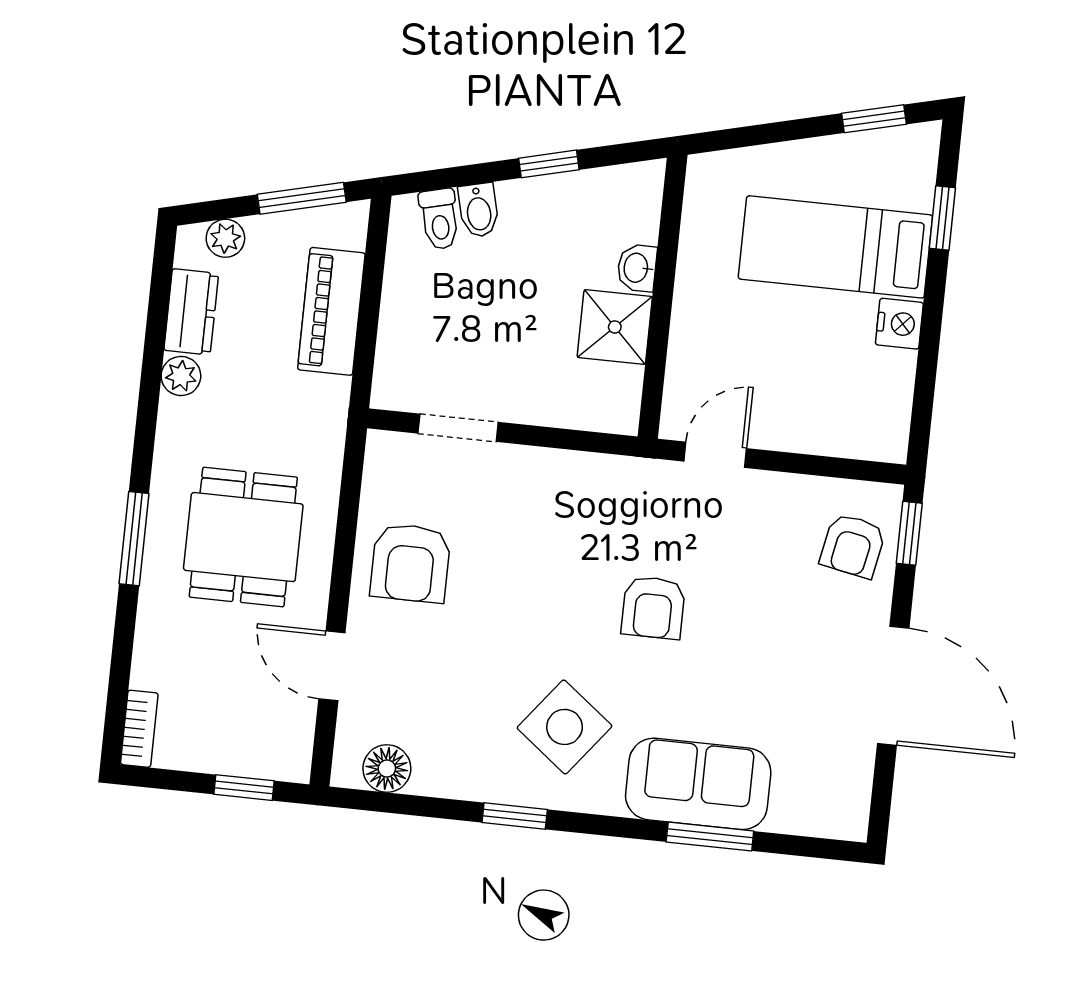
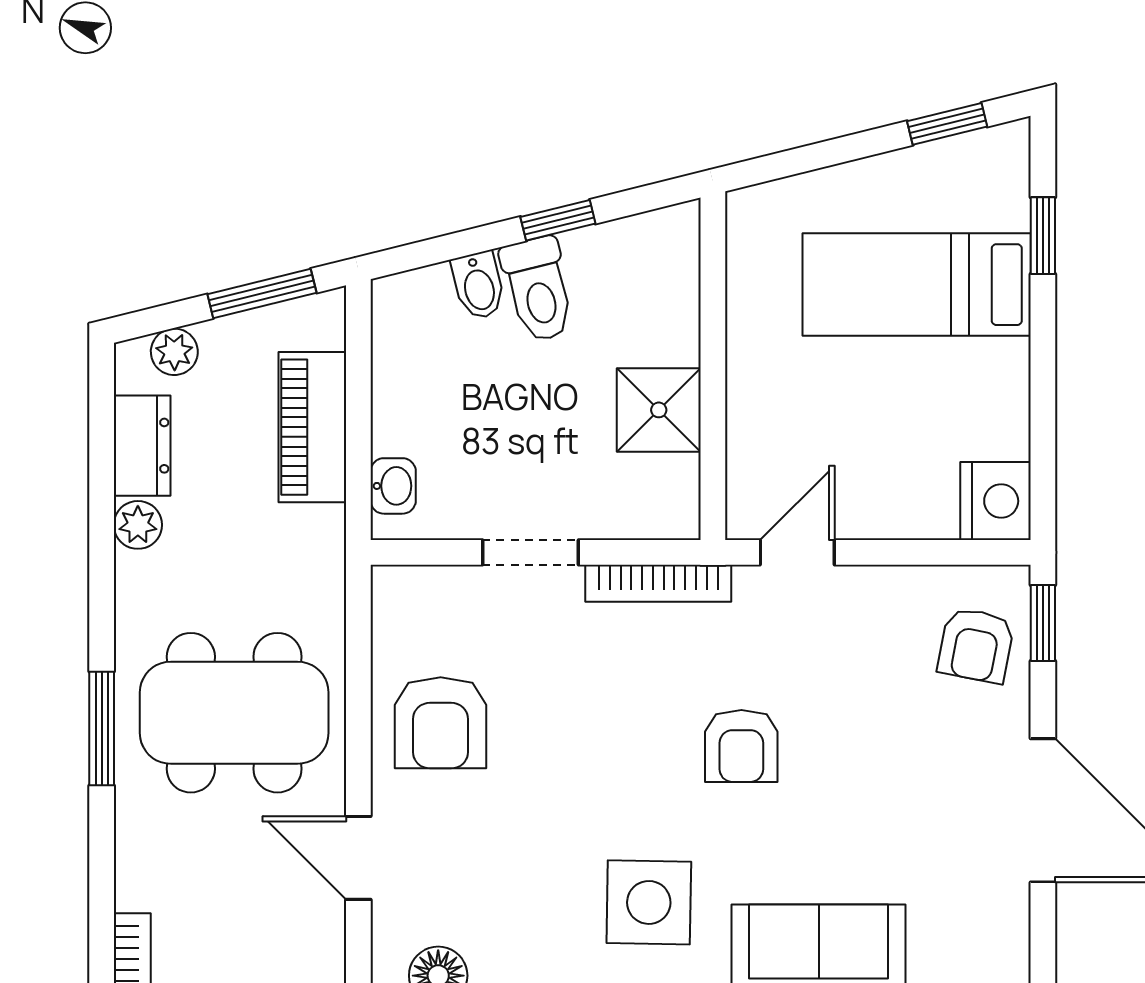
toilet: (439, 219) -> (538, 289), moved, width x1.37, depth x1.39
washbasin: (637, 268) -> (393, 486), moved, turned 180
nightstand: (899, 324) -> (996, 501), moved, width x1.36, depth x1.33
doorway: (458, 428) -> (530, 552), moved
bookcase: (600, 468) -> (658, 583), added
dining table: (243, 537) -> (234, 713), width x1.38
side table: (565, 727) -> (649, 902), turned -37

